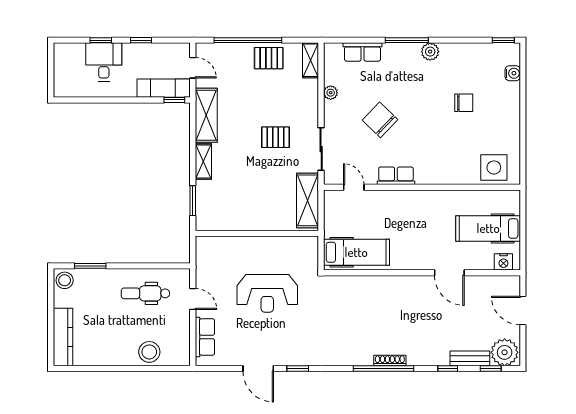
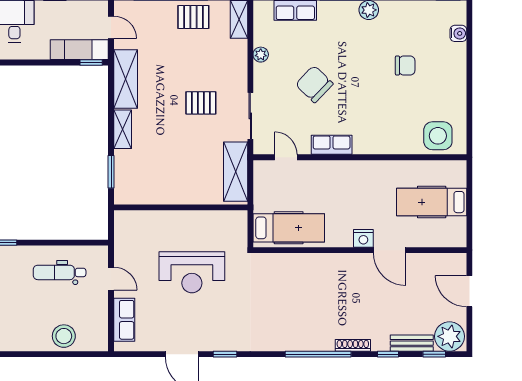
nightstand: (503, 262) -> (363, 238), moved
shoe rack: (390, 361) -> (353, 345), moved

